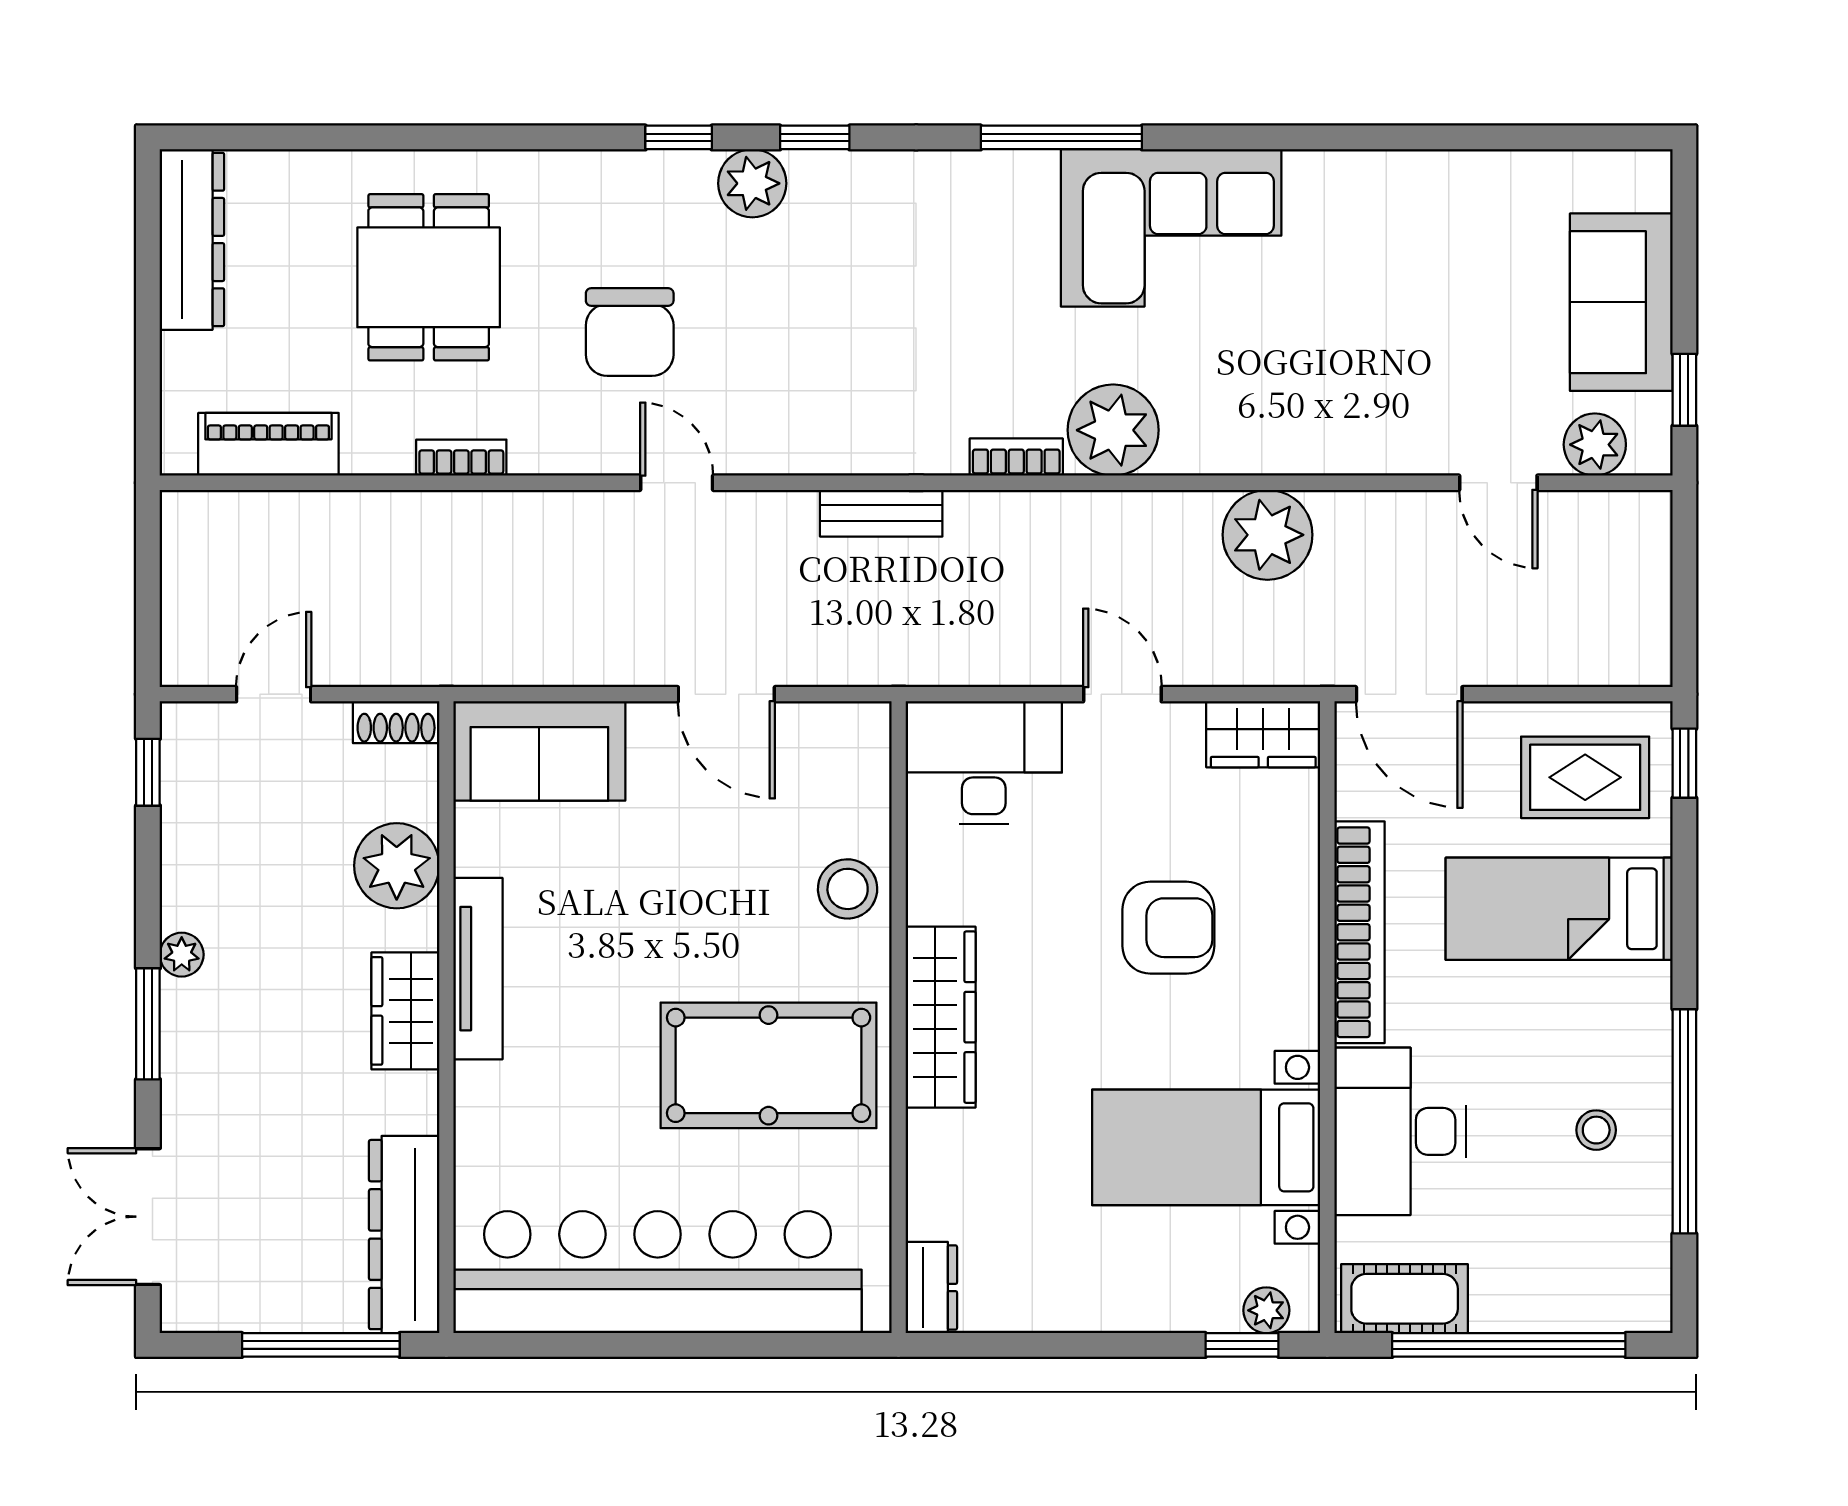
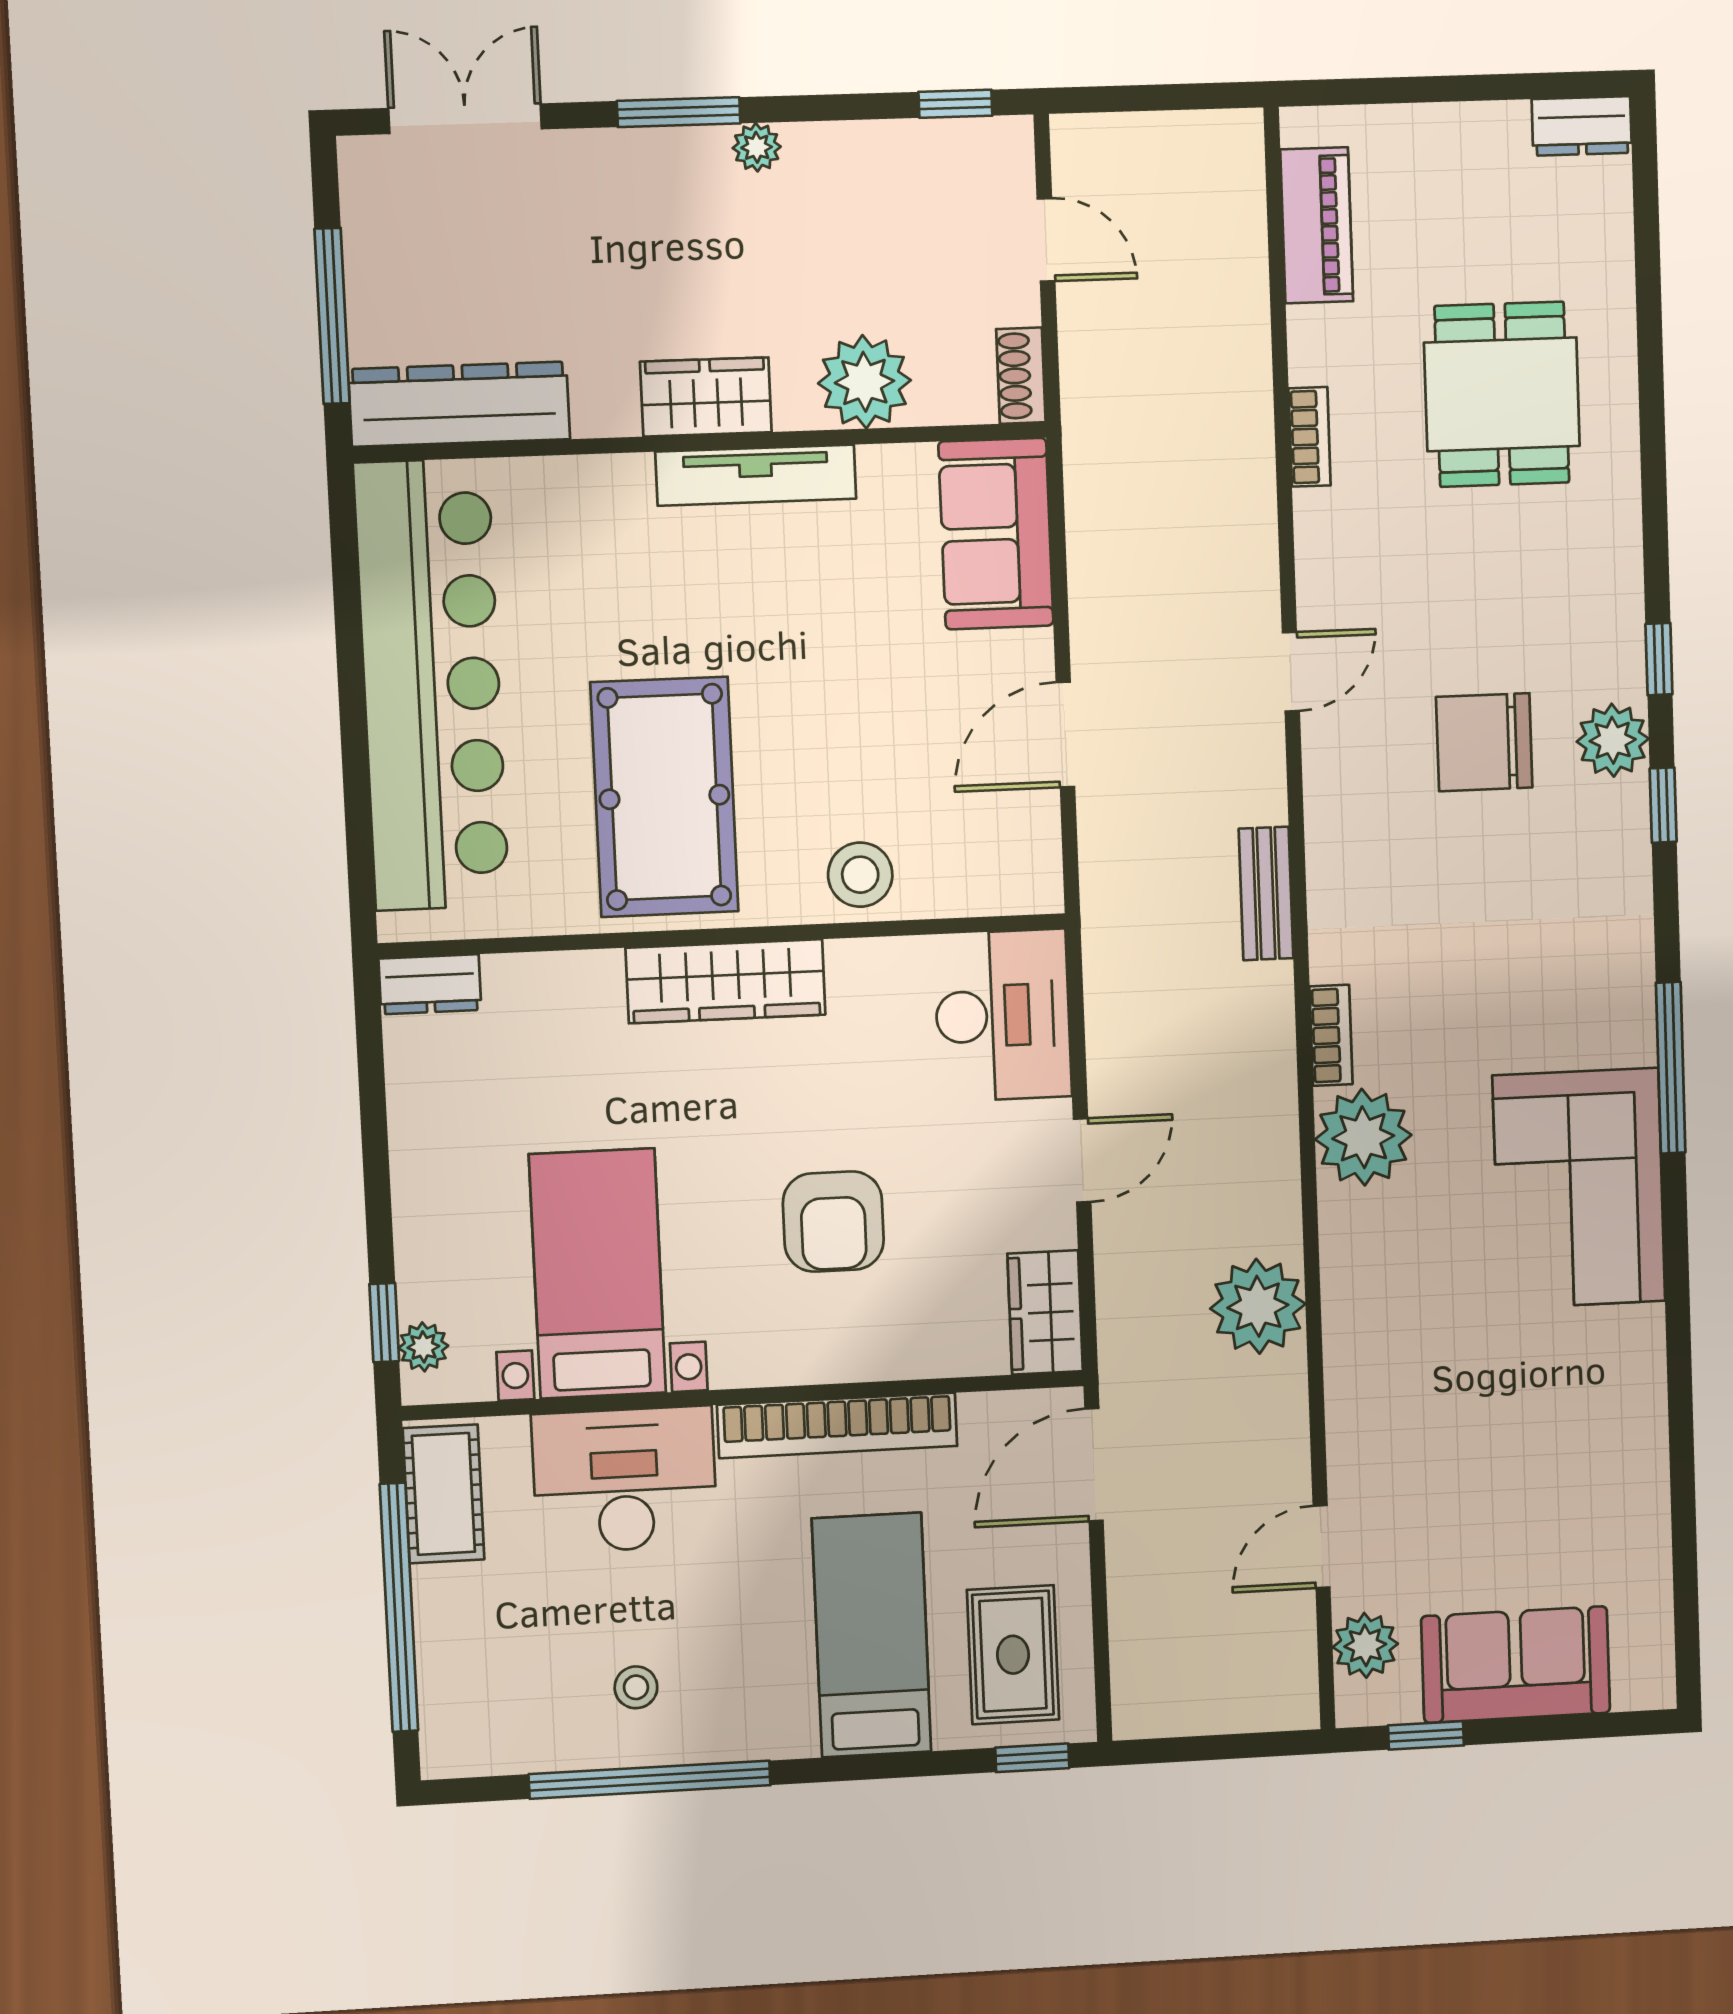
dresser: (192, 239) -> (1582, 126), width x0.51, depth x0.80
dining table: (429, 277) -> (1502, 394), turned 90
chair: (630, 332) -> (1484, 742), moved

